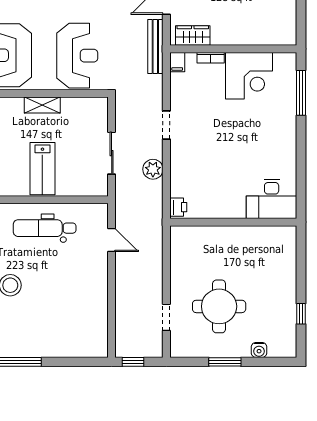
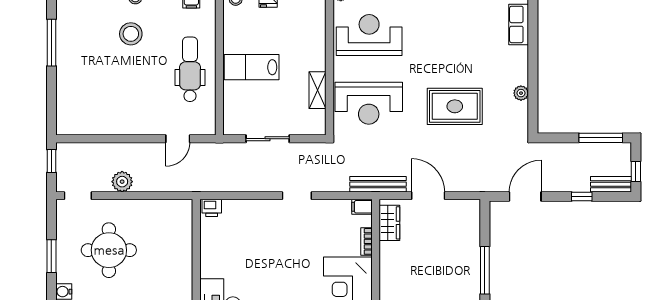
shelving: (42, 105) -> (318, 90), moved
plant: (153, 169) -> (122, 182), moved
doorway: (166, 317) -> (78, 196), moved

